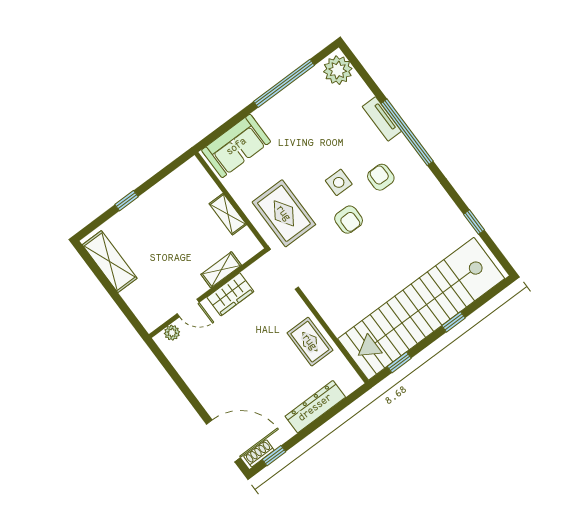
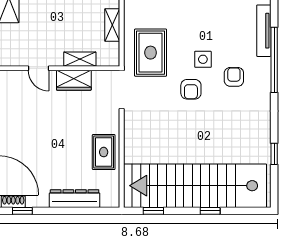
tv unit: (382, 119) -> (264, 31), width x1.41
plant: (172, 333) -> (15, 77), removed

